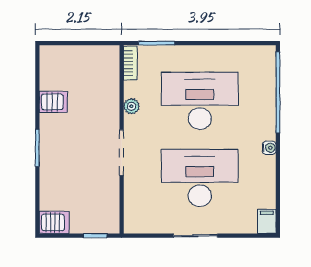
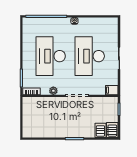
server rack: (53, 102) -> (100, 130), moved
filing cabinet: (267, 221) -> (112, 90), moved

